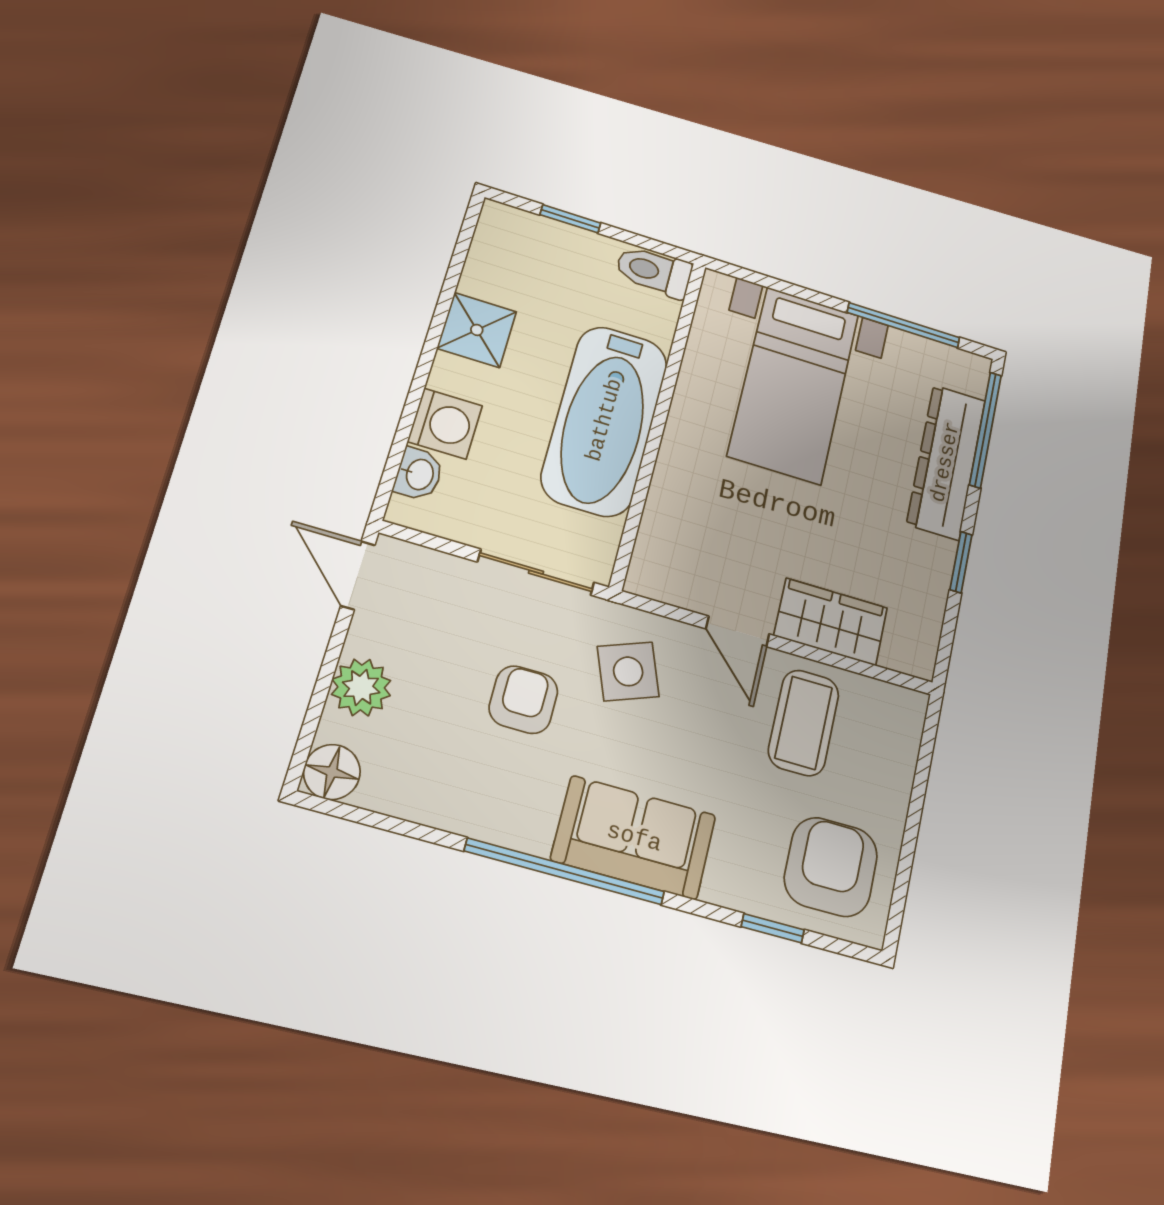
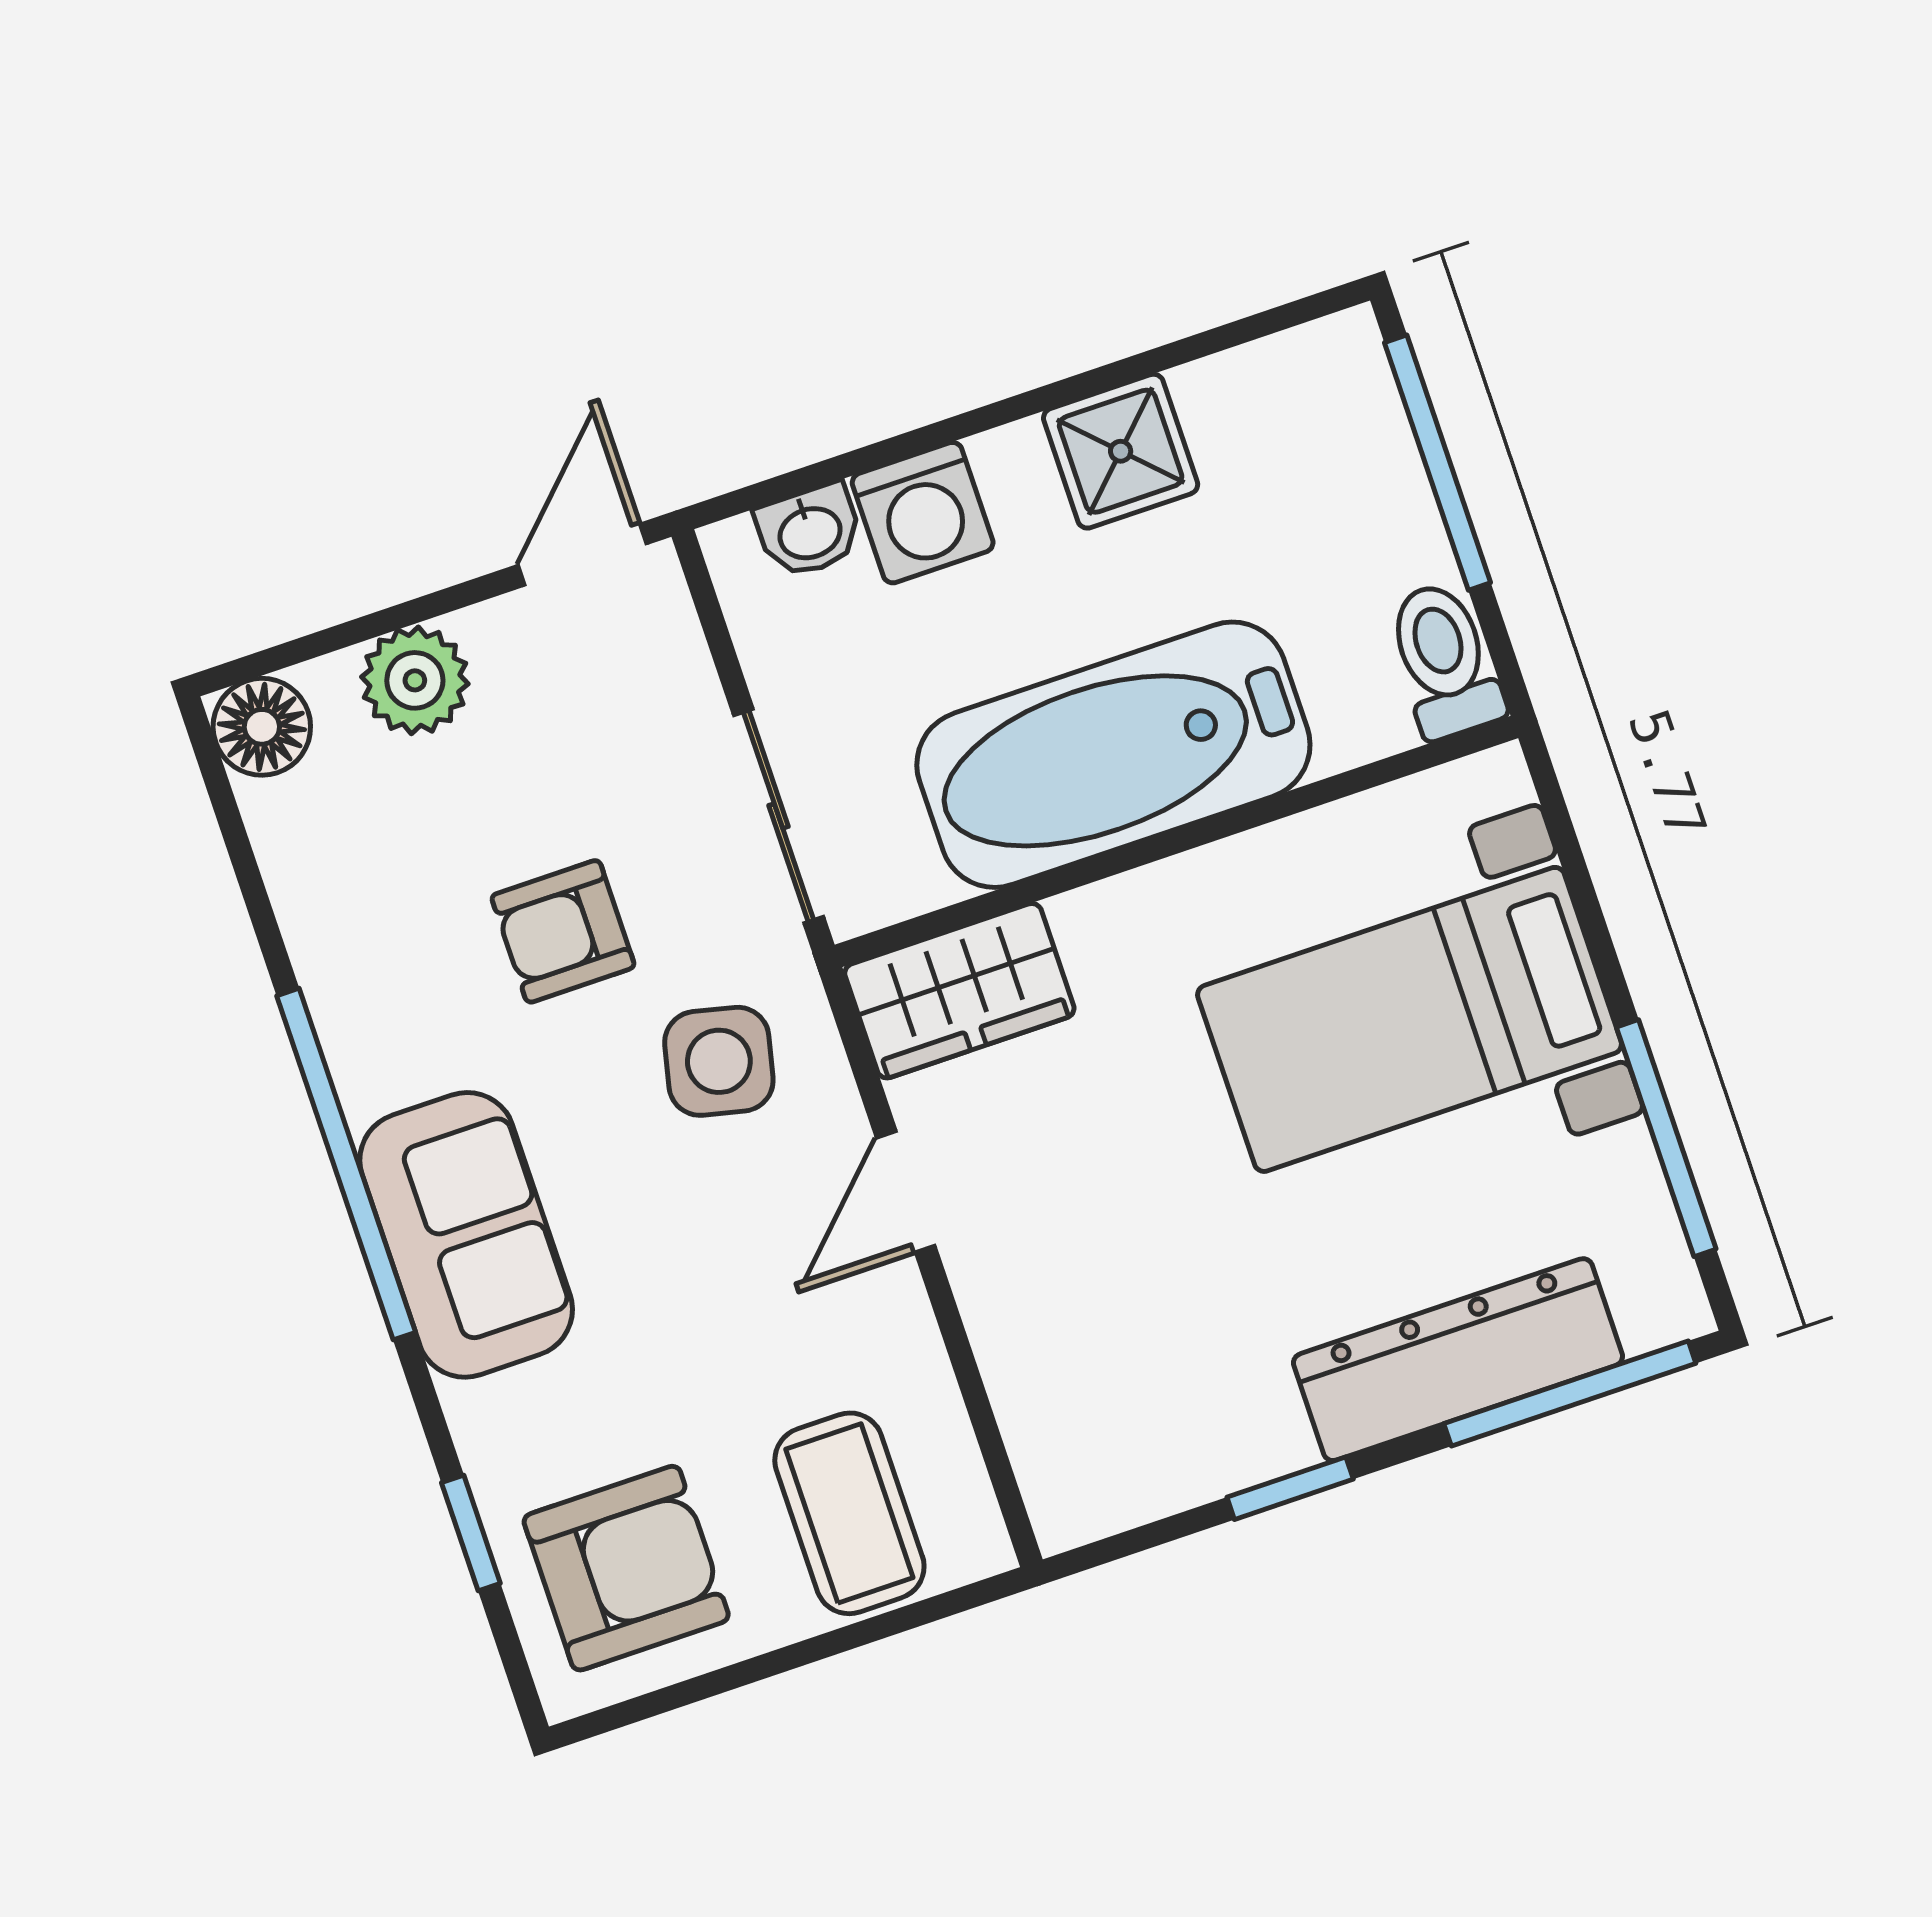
window: (570, 219) -> (1438, 463), width x2.17
wardrobe: (831, 622) -> (959, 991), moved, turned 90
side table: (628, 671) -> (719, 1061), turned 34
armchair: (523, 700) -> (563, 931), turned 180
coffee table: (804, 723) -> (849, 1513), moved, turned 90

